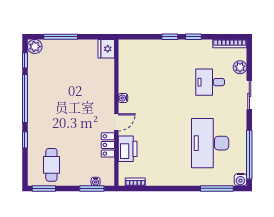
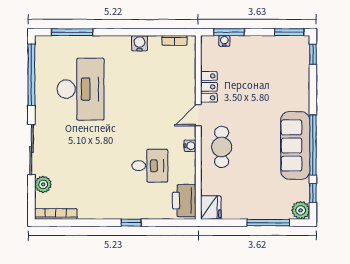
window: (193, 37) -> (102, 223), removed
desk: (210, 82) -> (150, 166), moved
sliding door: (249, 95) -> (31, 150), width x1.37
sofa: (39, 98) -> (295, 145), added
window: (25, 140) -> (313, 54), moved
printer: (128, 149) -> (184, 201), moved
cafe table: (51, 165) -> (222, 147), moved
water cooler: (240, 180) -> (139, 43), moved

